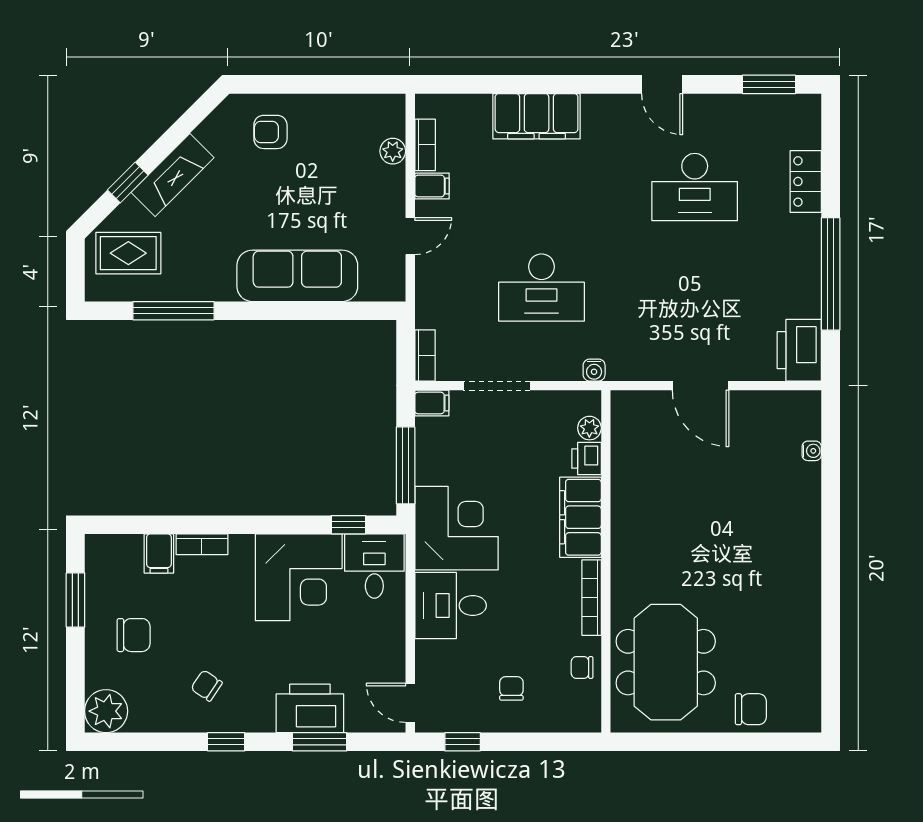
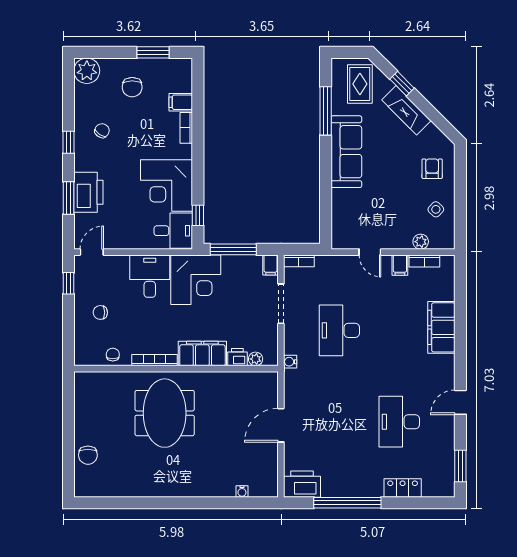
side table: (339, 126) -> (436, 209), added
sofa: (297, 276) -> (346, 152), moved
meeting table: (666, 662) -> (165, 413), moved, turned 90
chair: (511, 688) -> (100, 312), turned 180

